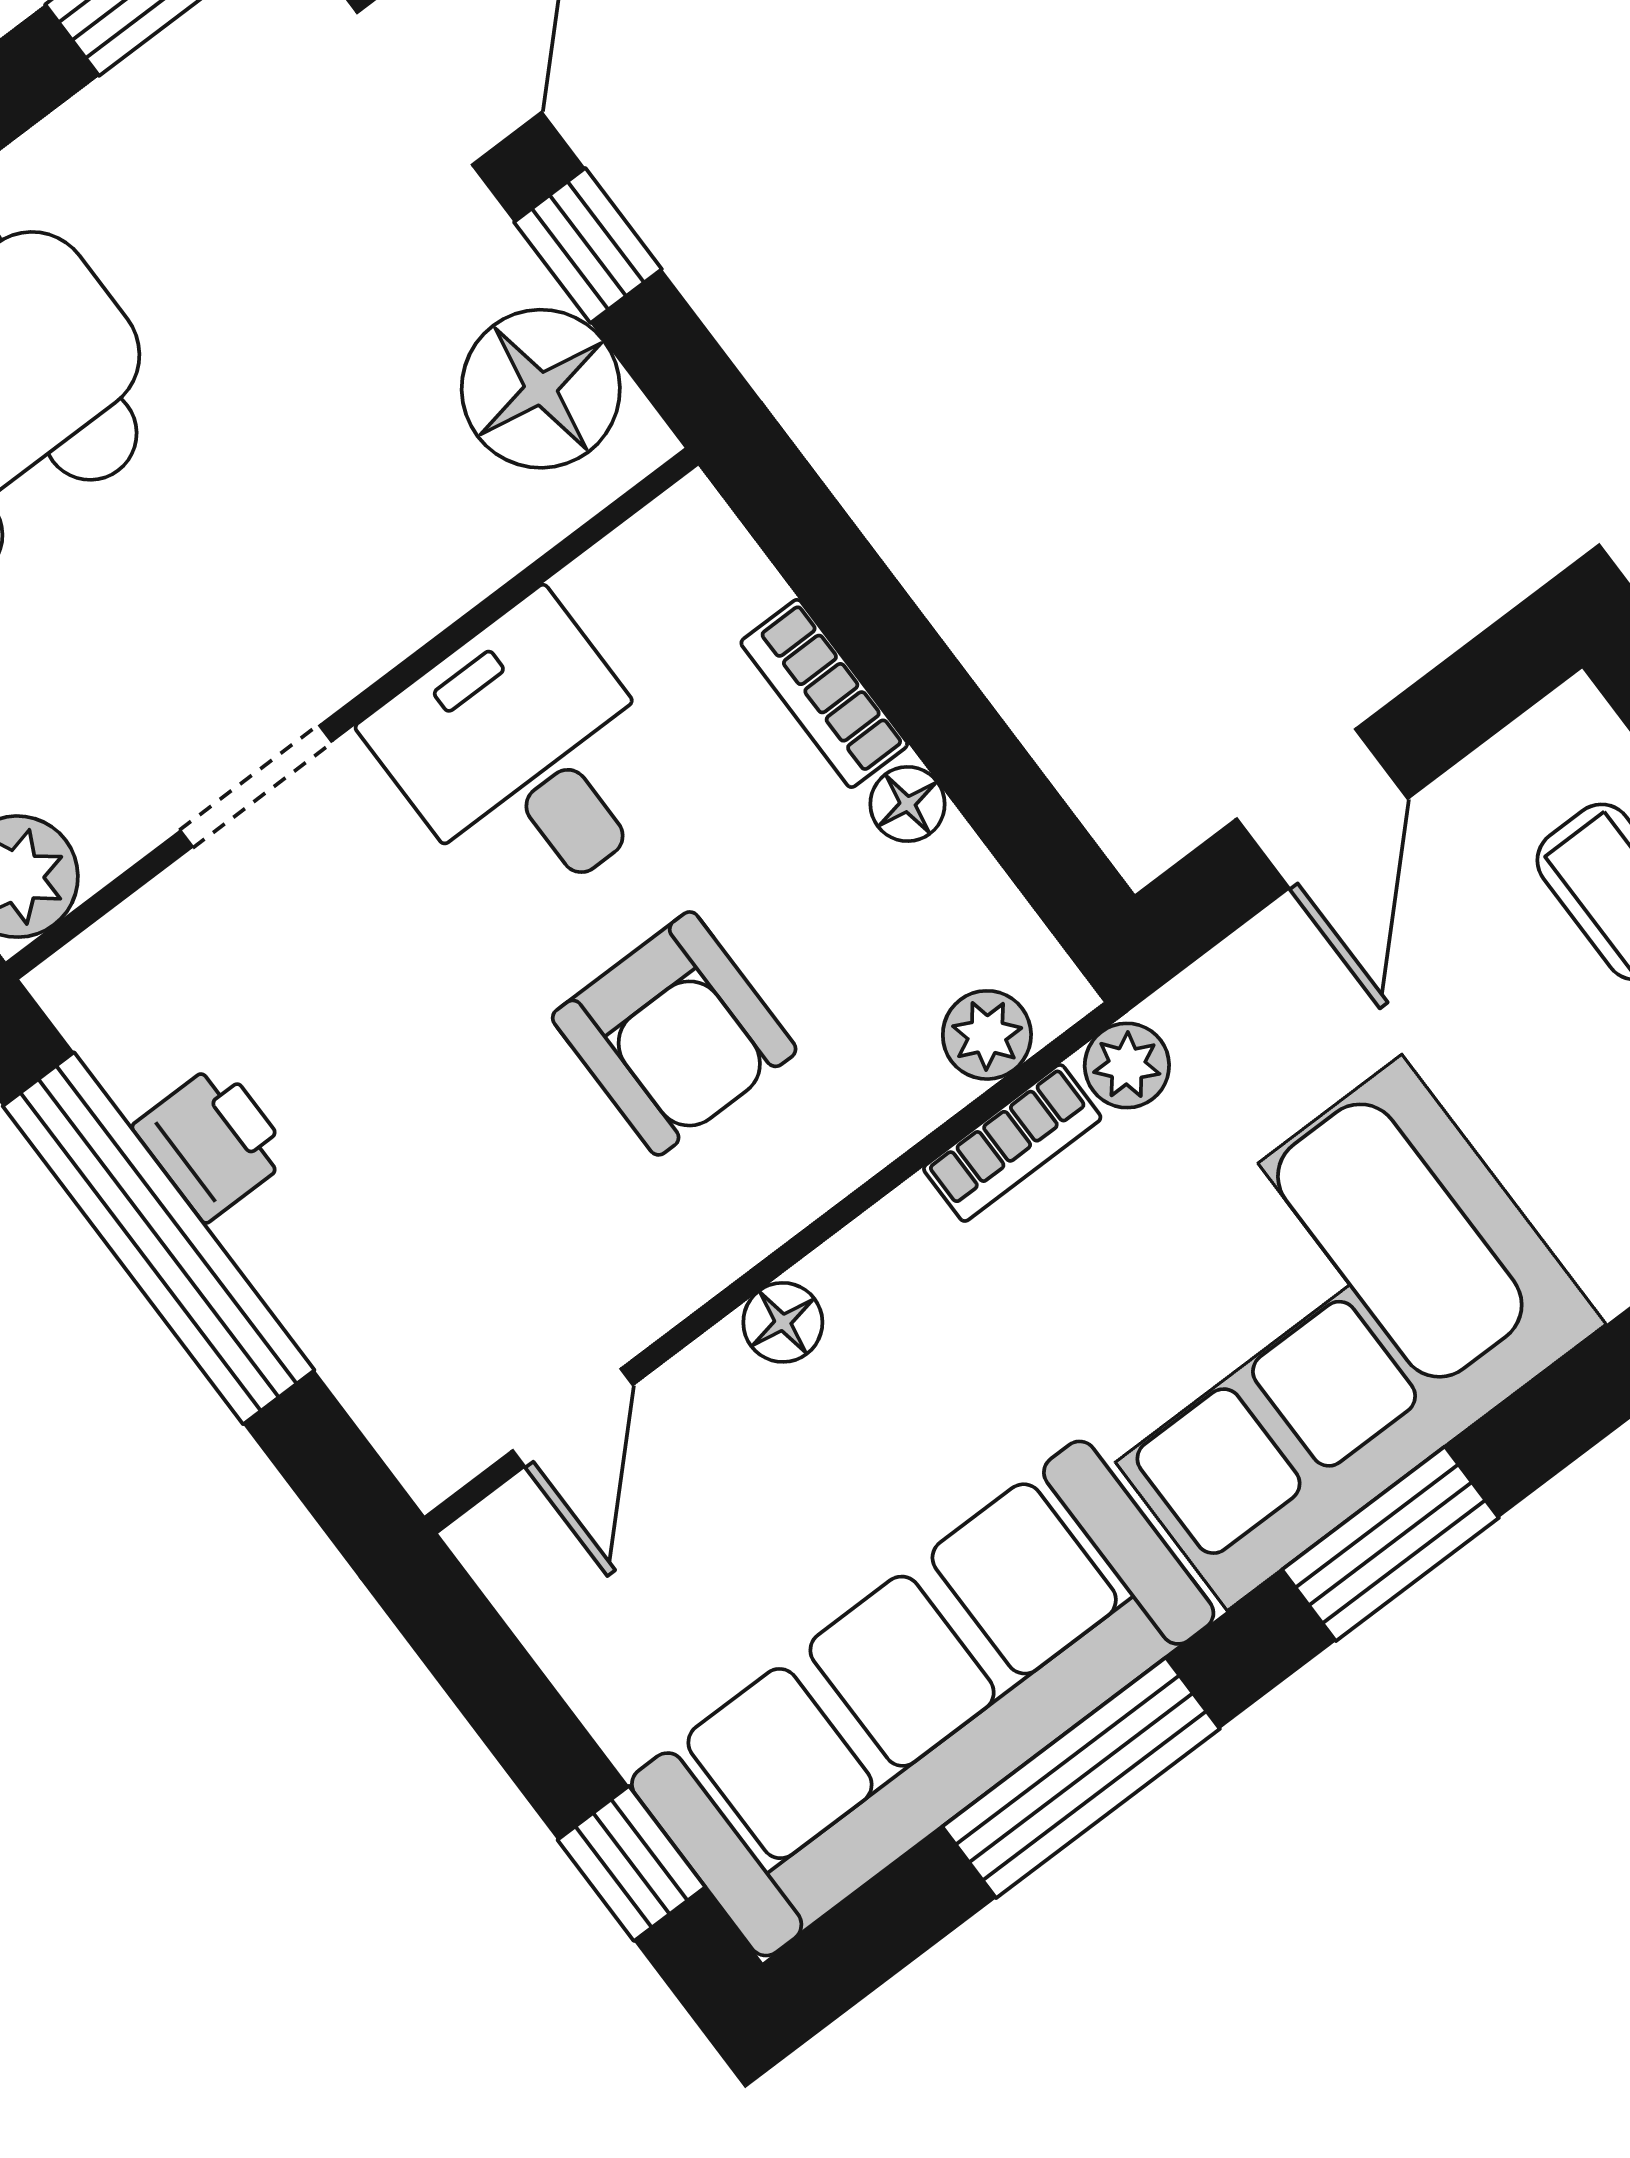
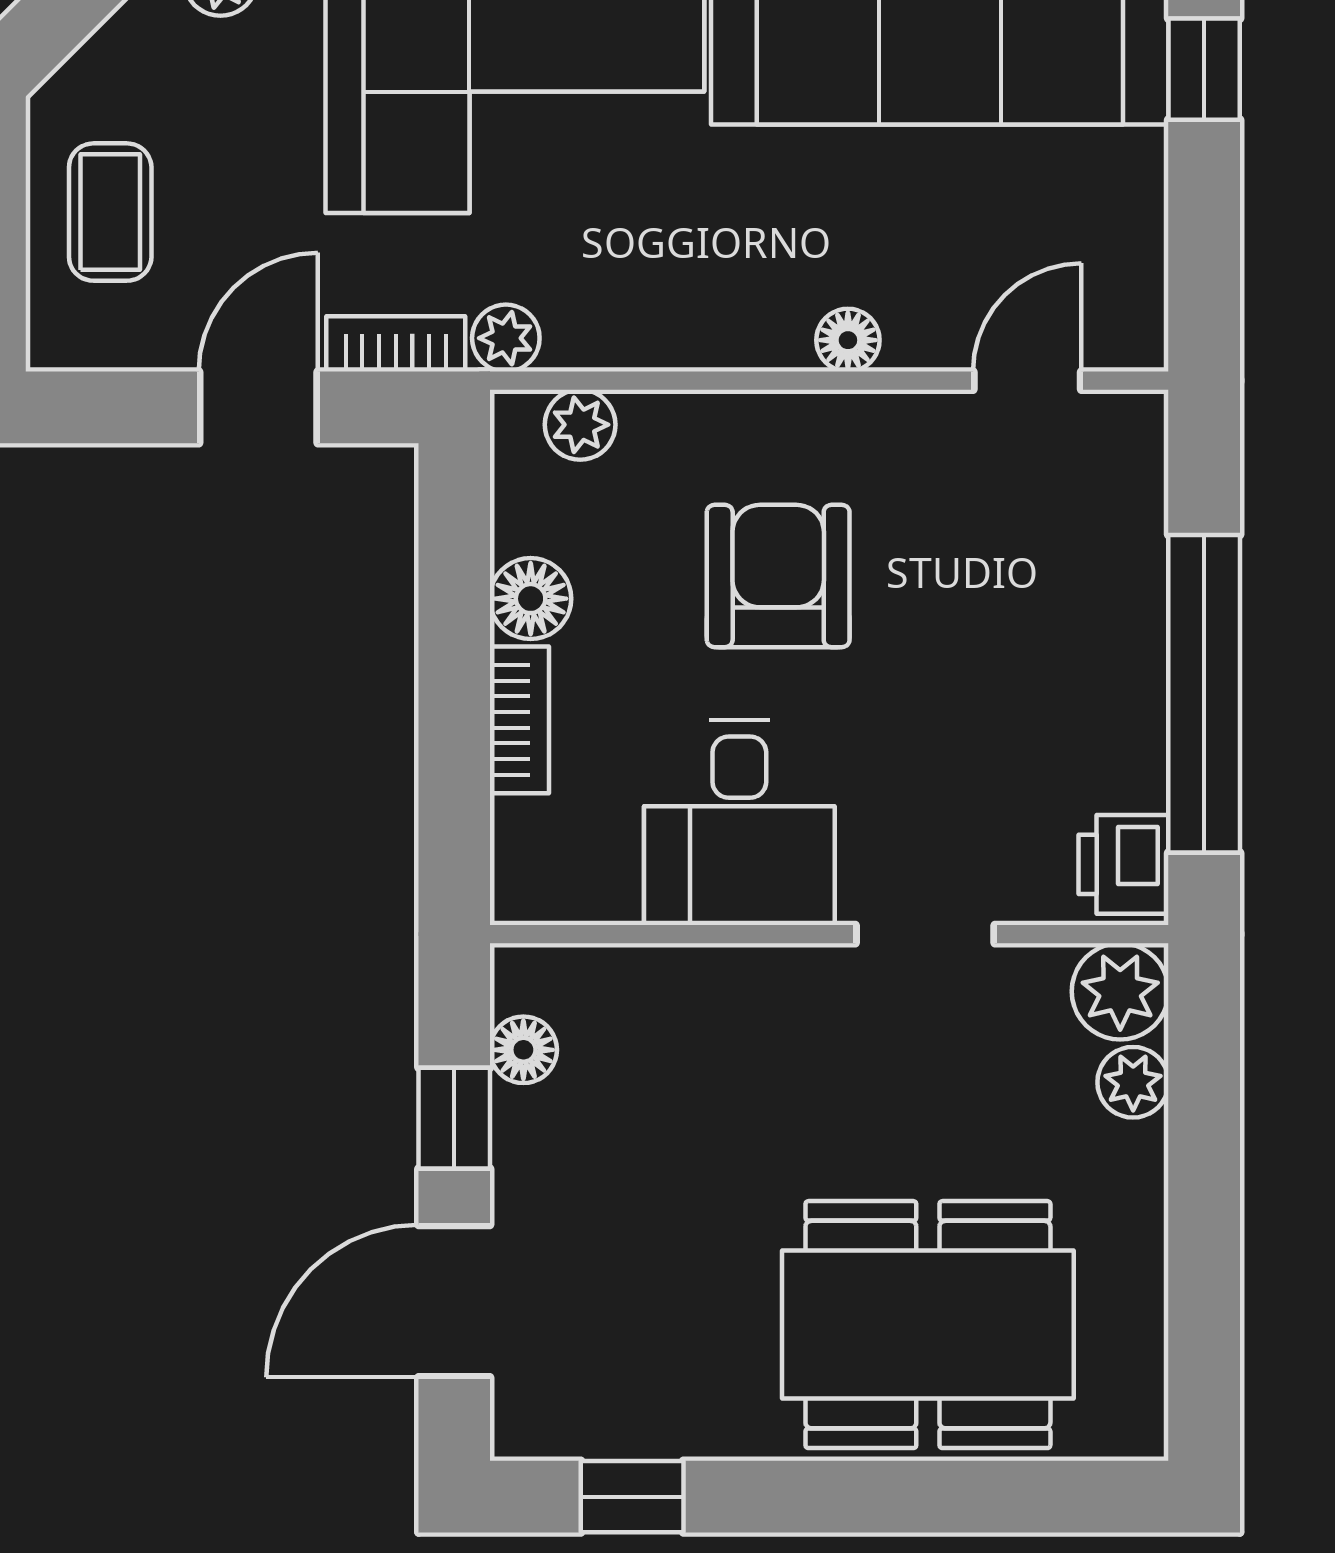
floor lamp: (541, 389) -> (523, 1050), width x0.53, depth x0.53
floor lamp: (908, 804) -> (531, 599), width x1.37, depth x1.37
printer: (213, 1142) -> (1124, 864), moved
bookcase: (1012, 1143) -> (396, 344), moved

